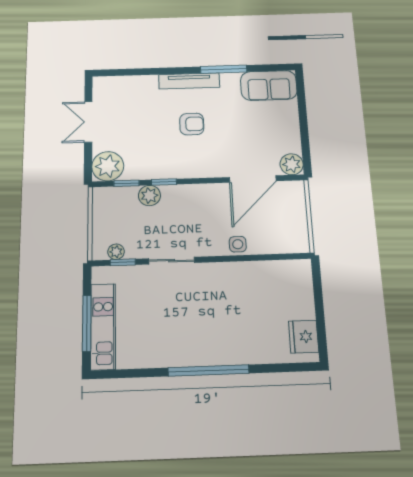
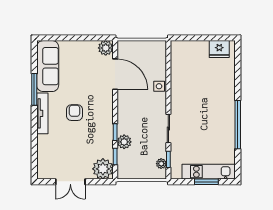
sofa: (269, 85) -> (48, 66), width x1.36
window: (87, 323) -> (206, 182), width x0.69
window: (209, 370) -> (238, 125), moved

